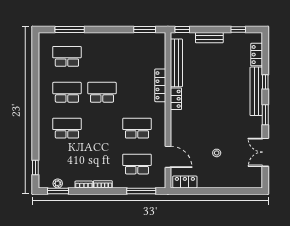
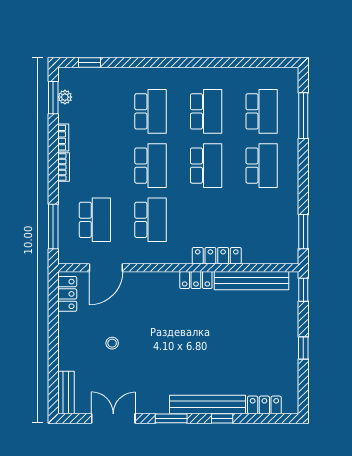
window: (238, 29) -> (303, 348), moved
bench: (209, 38) -> (66, 392), moved
school desk: (102, 56) -> (262, 166), added
school desk: (102, 128) -> (150, 166), added

